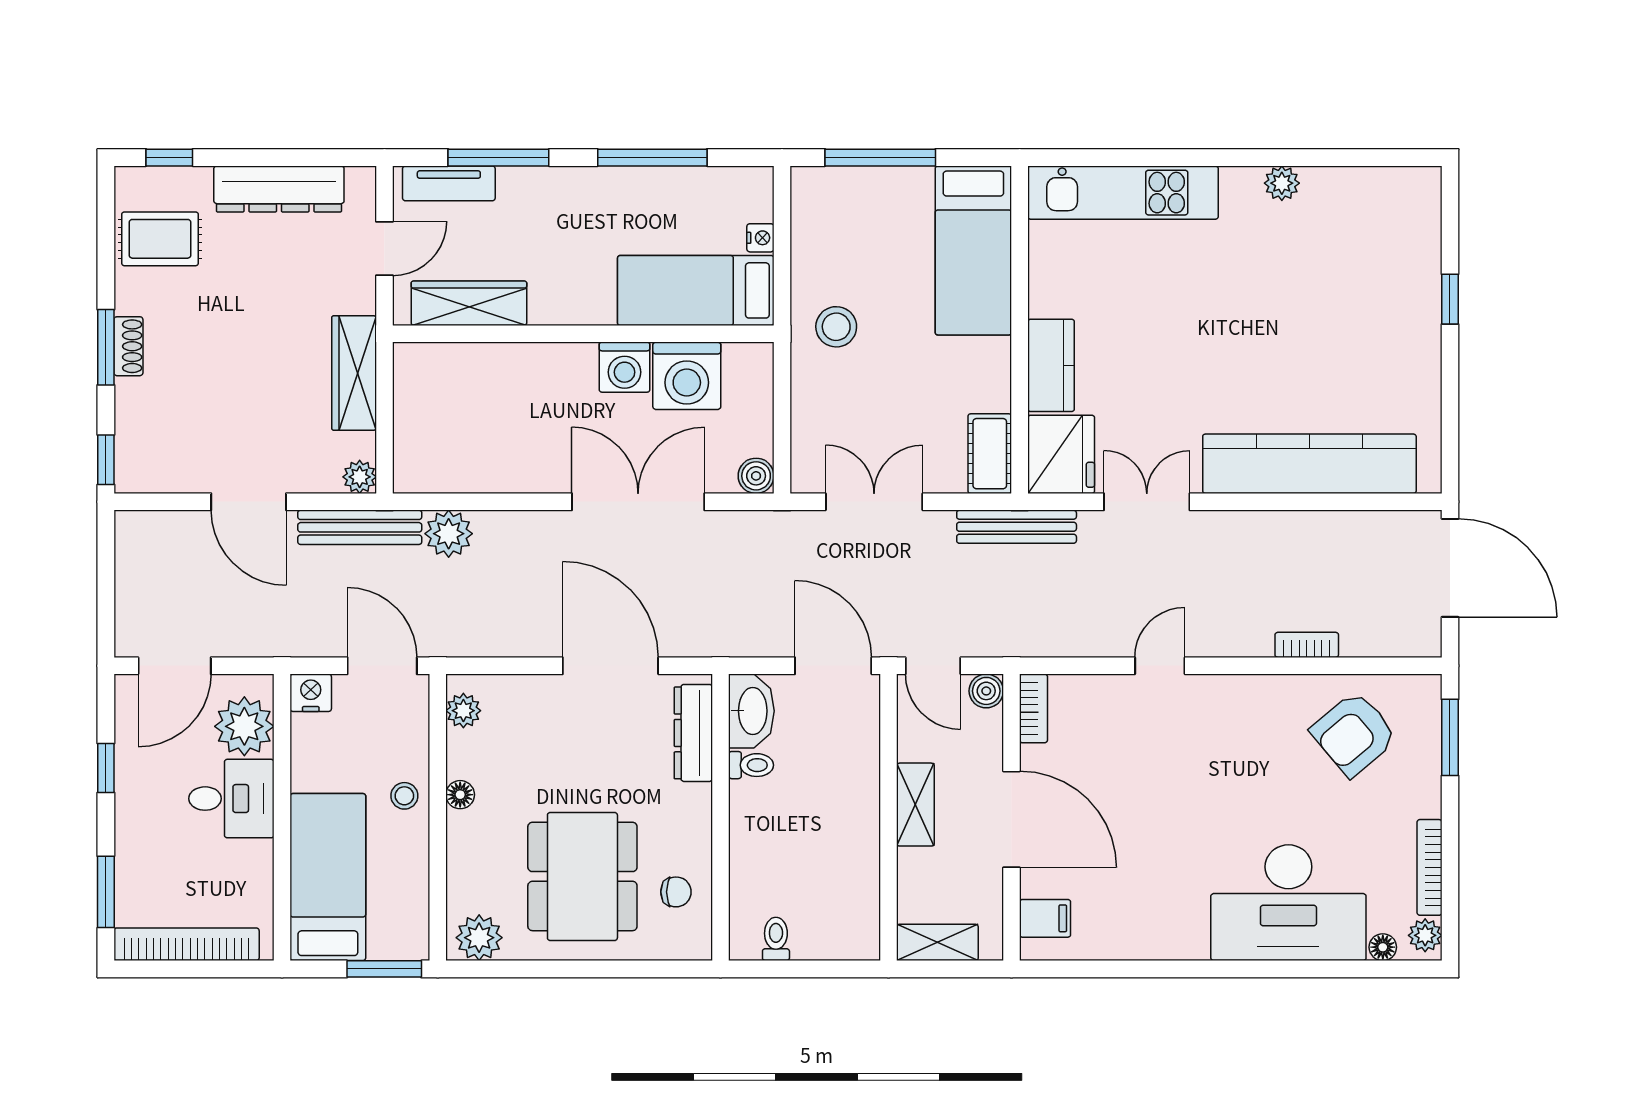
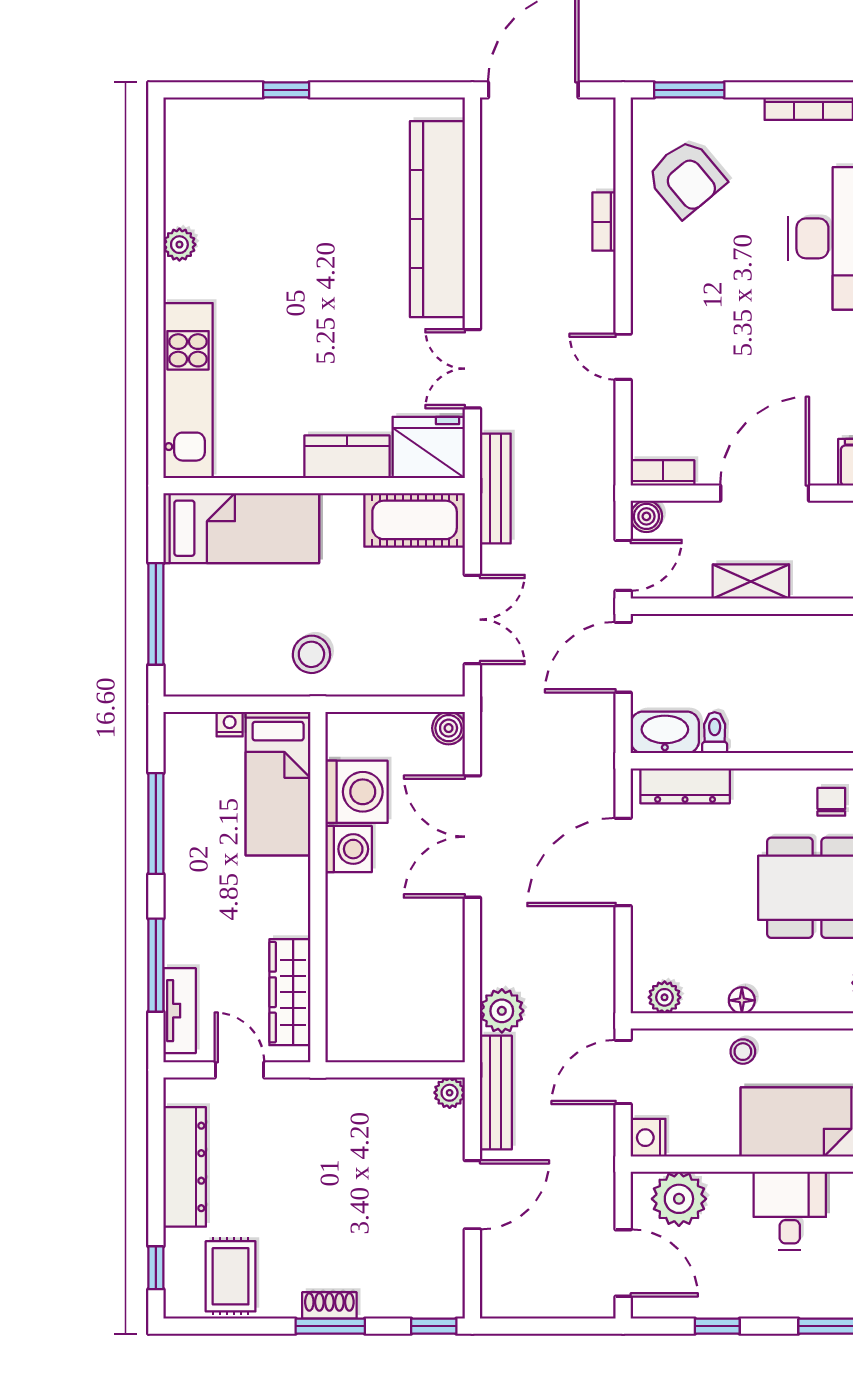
wardrobe: (354, 373) -> (354, 1098), removed
cot: (990, 454) -> (415, 520), width x1.37, depth x1.34
double door: (874, 502) -> (472, 620), swing flipped
desk: (231, 799) -> (790, 1211), moved

